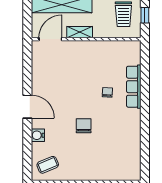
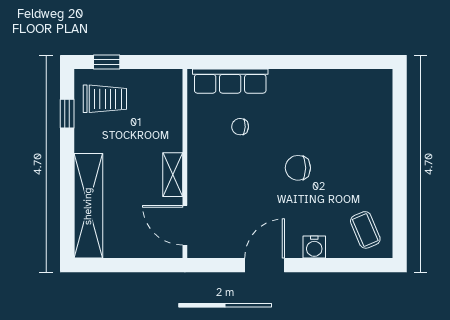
shelving: (80, 32) -> (173, 175), moved
door: (50, 39) -> (185, 225), moved
wall: (86, 39) -> (185, 164), moved

